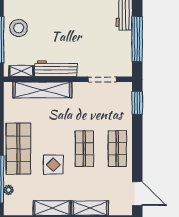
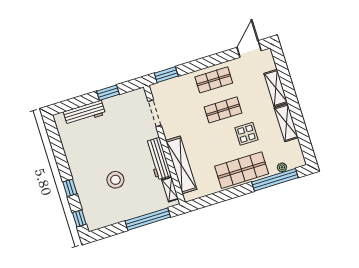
stool: (19, 28) -> (115, 180), moved
window: (137, 39) -> (108, 93), width x0.47

